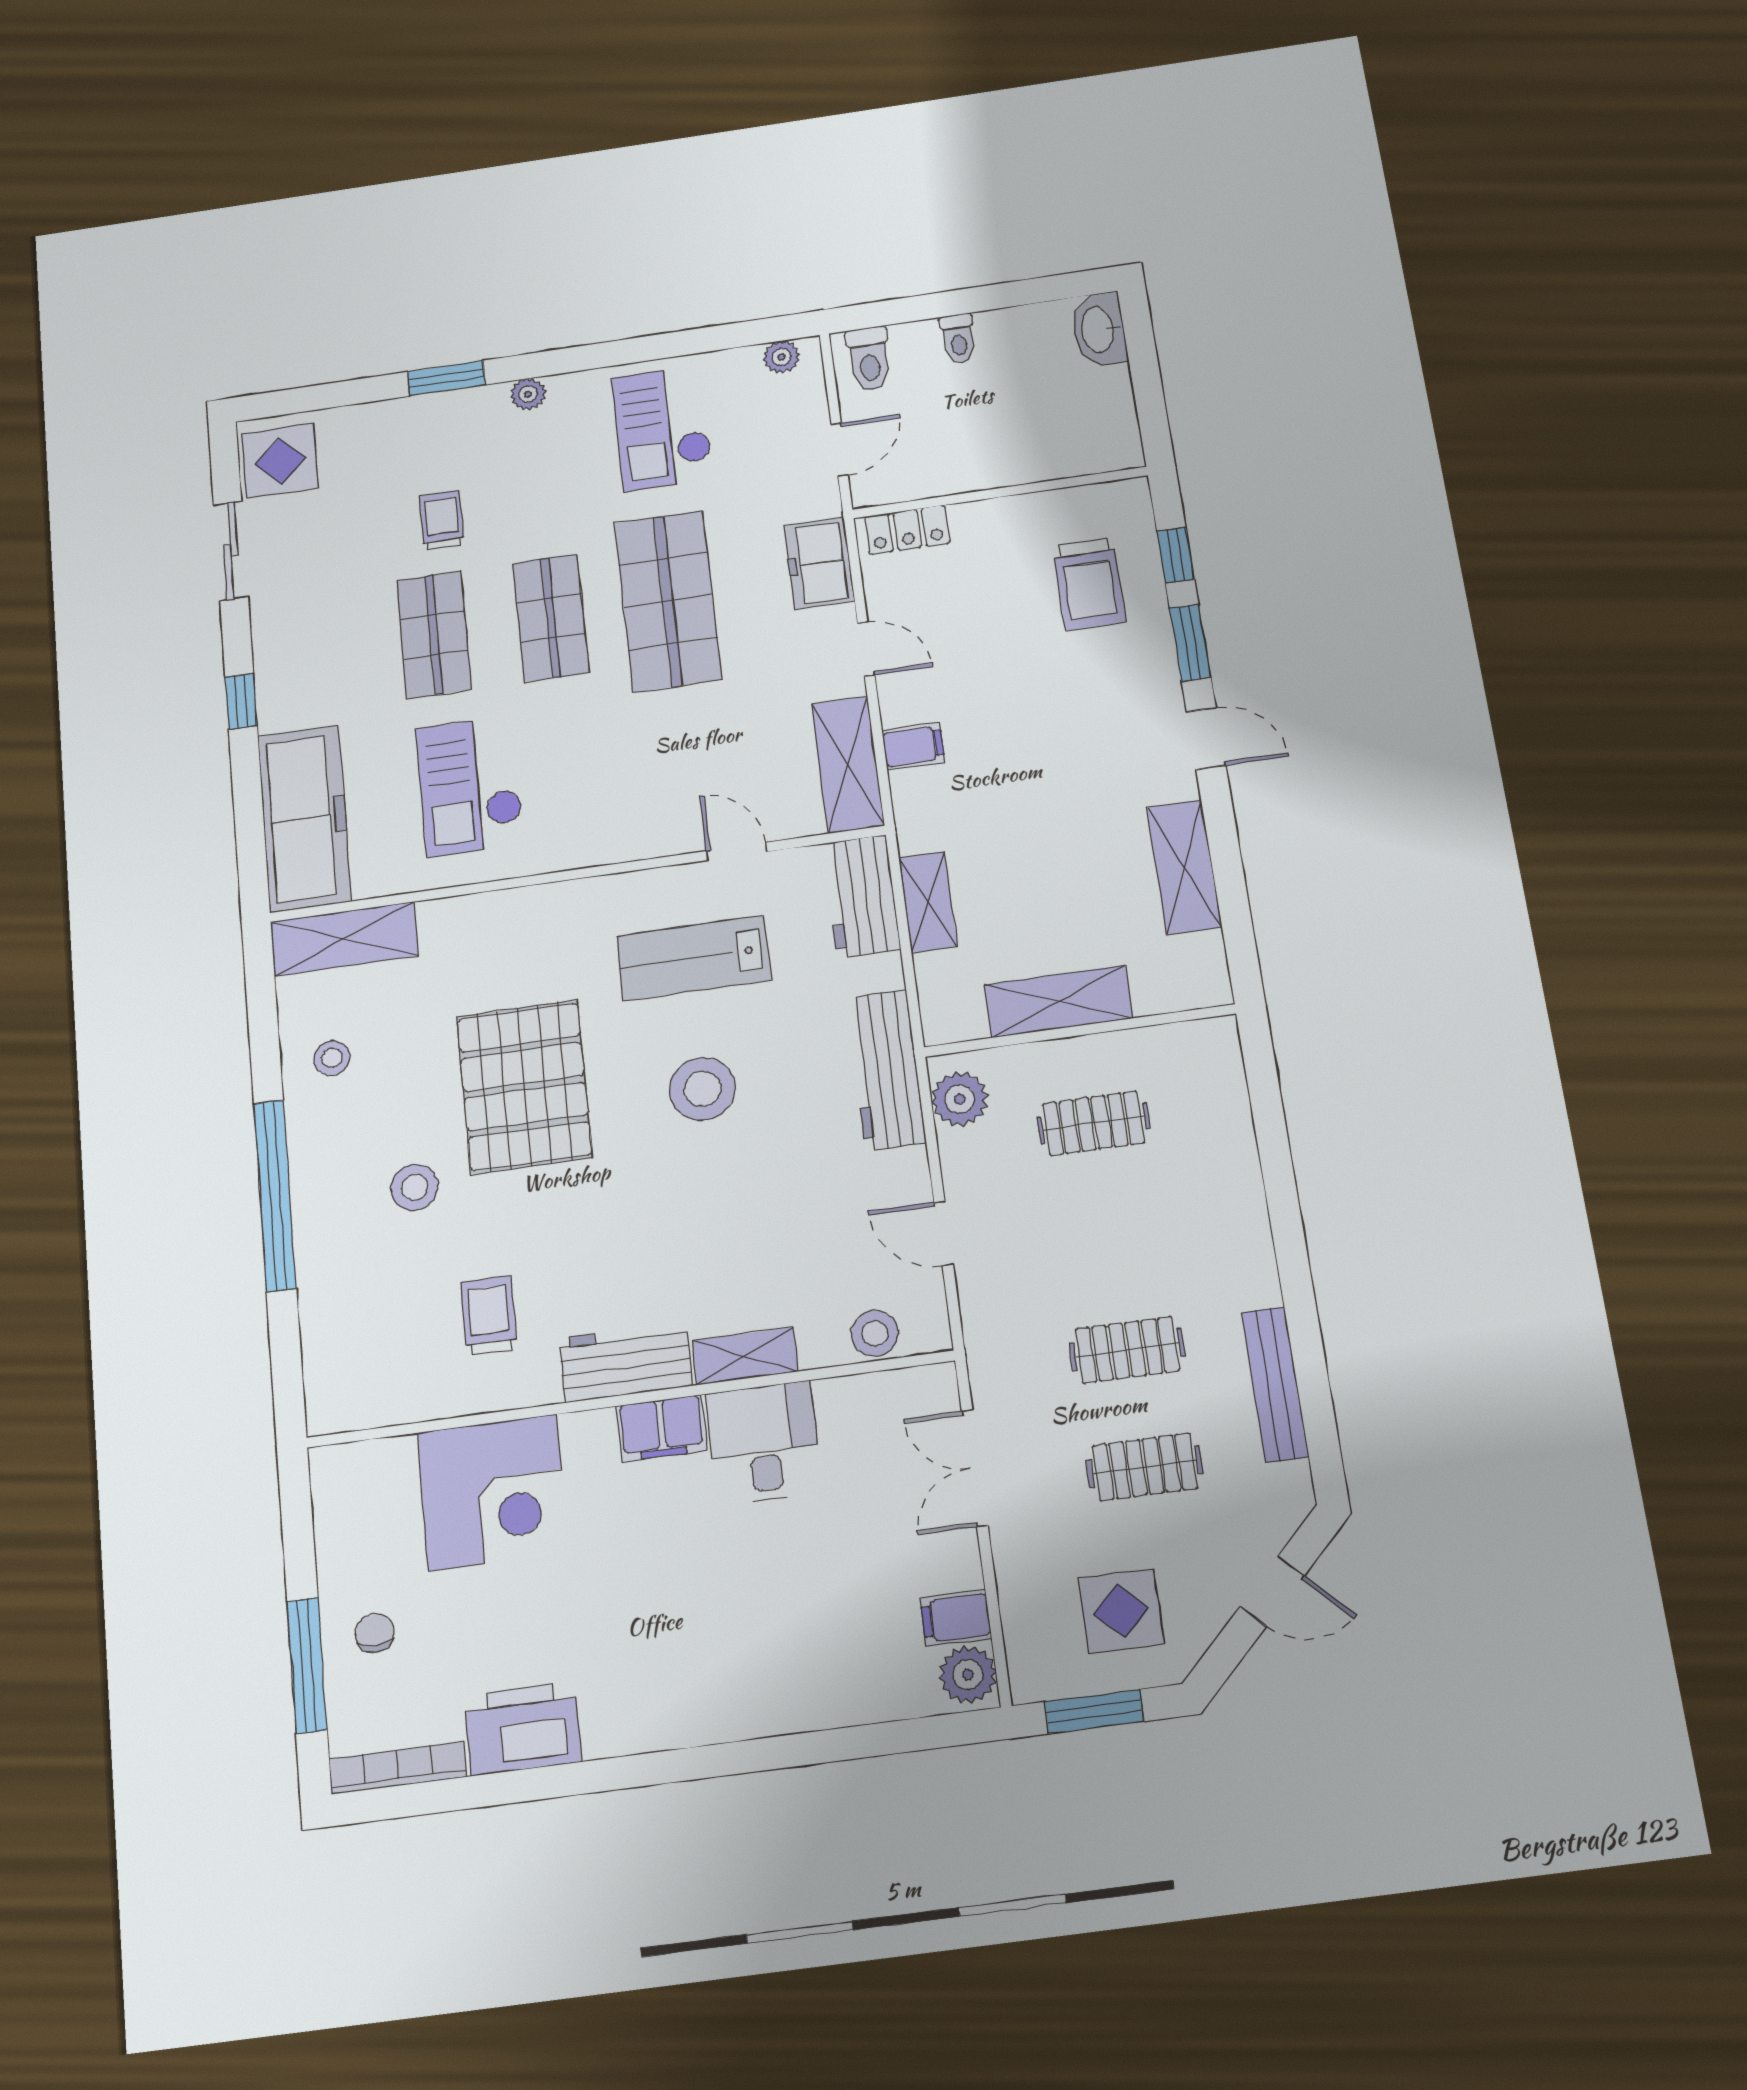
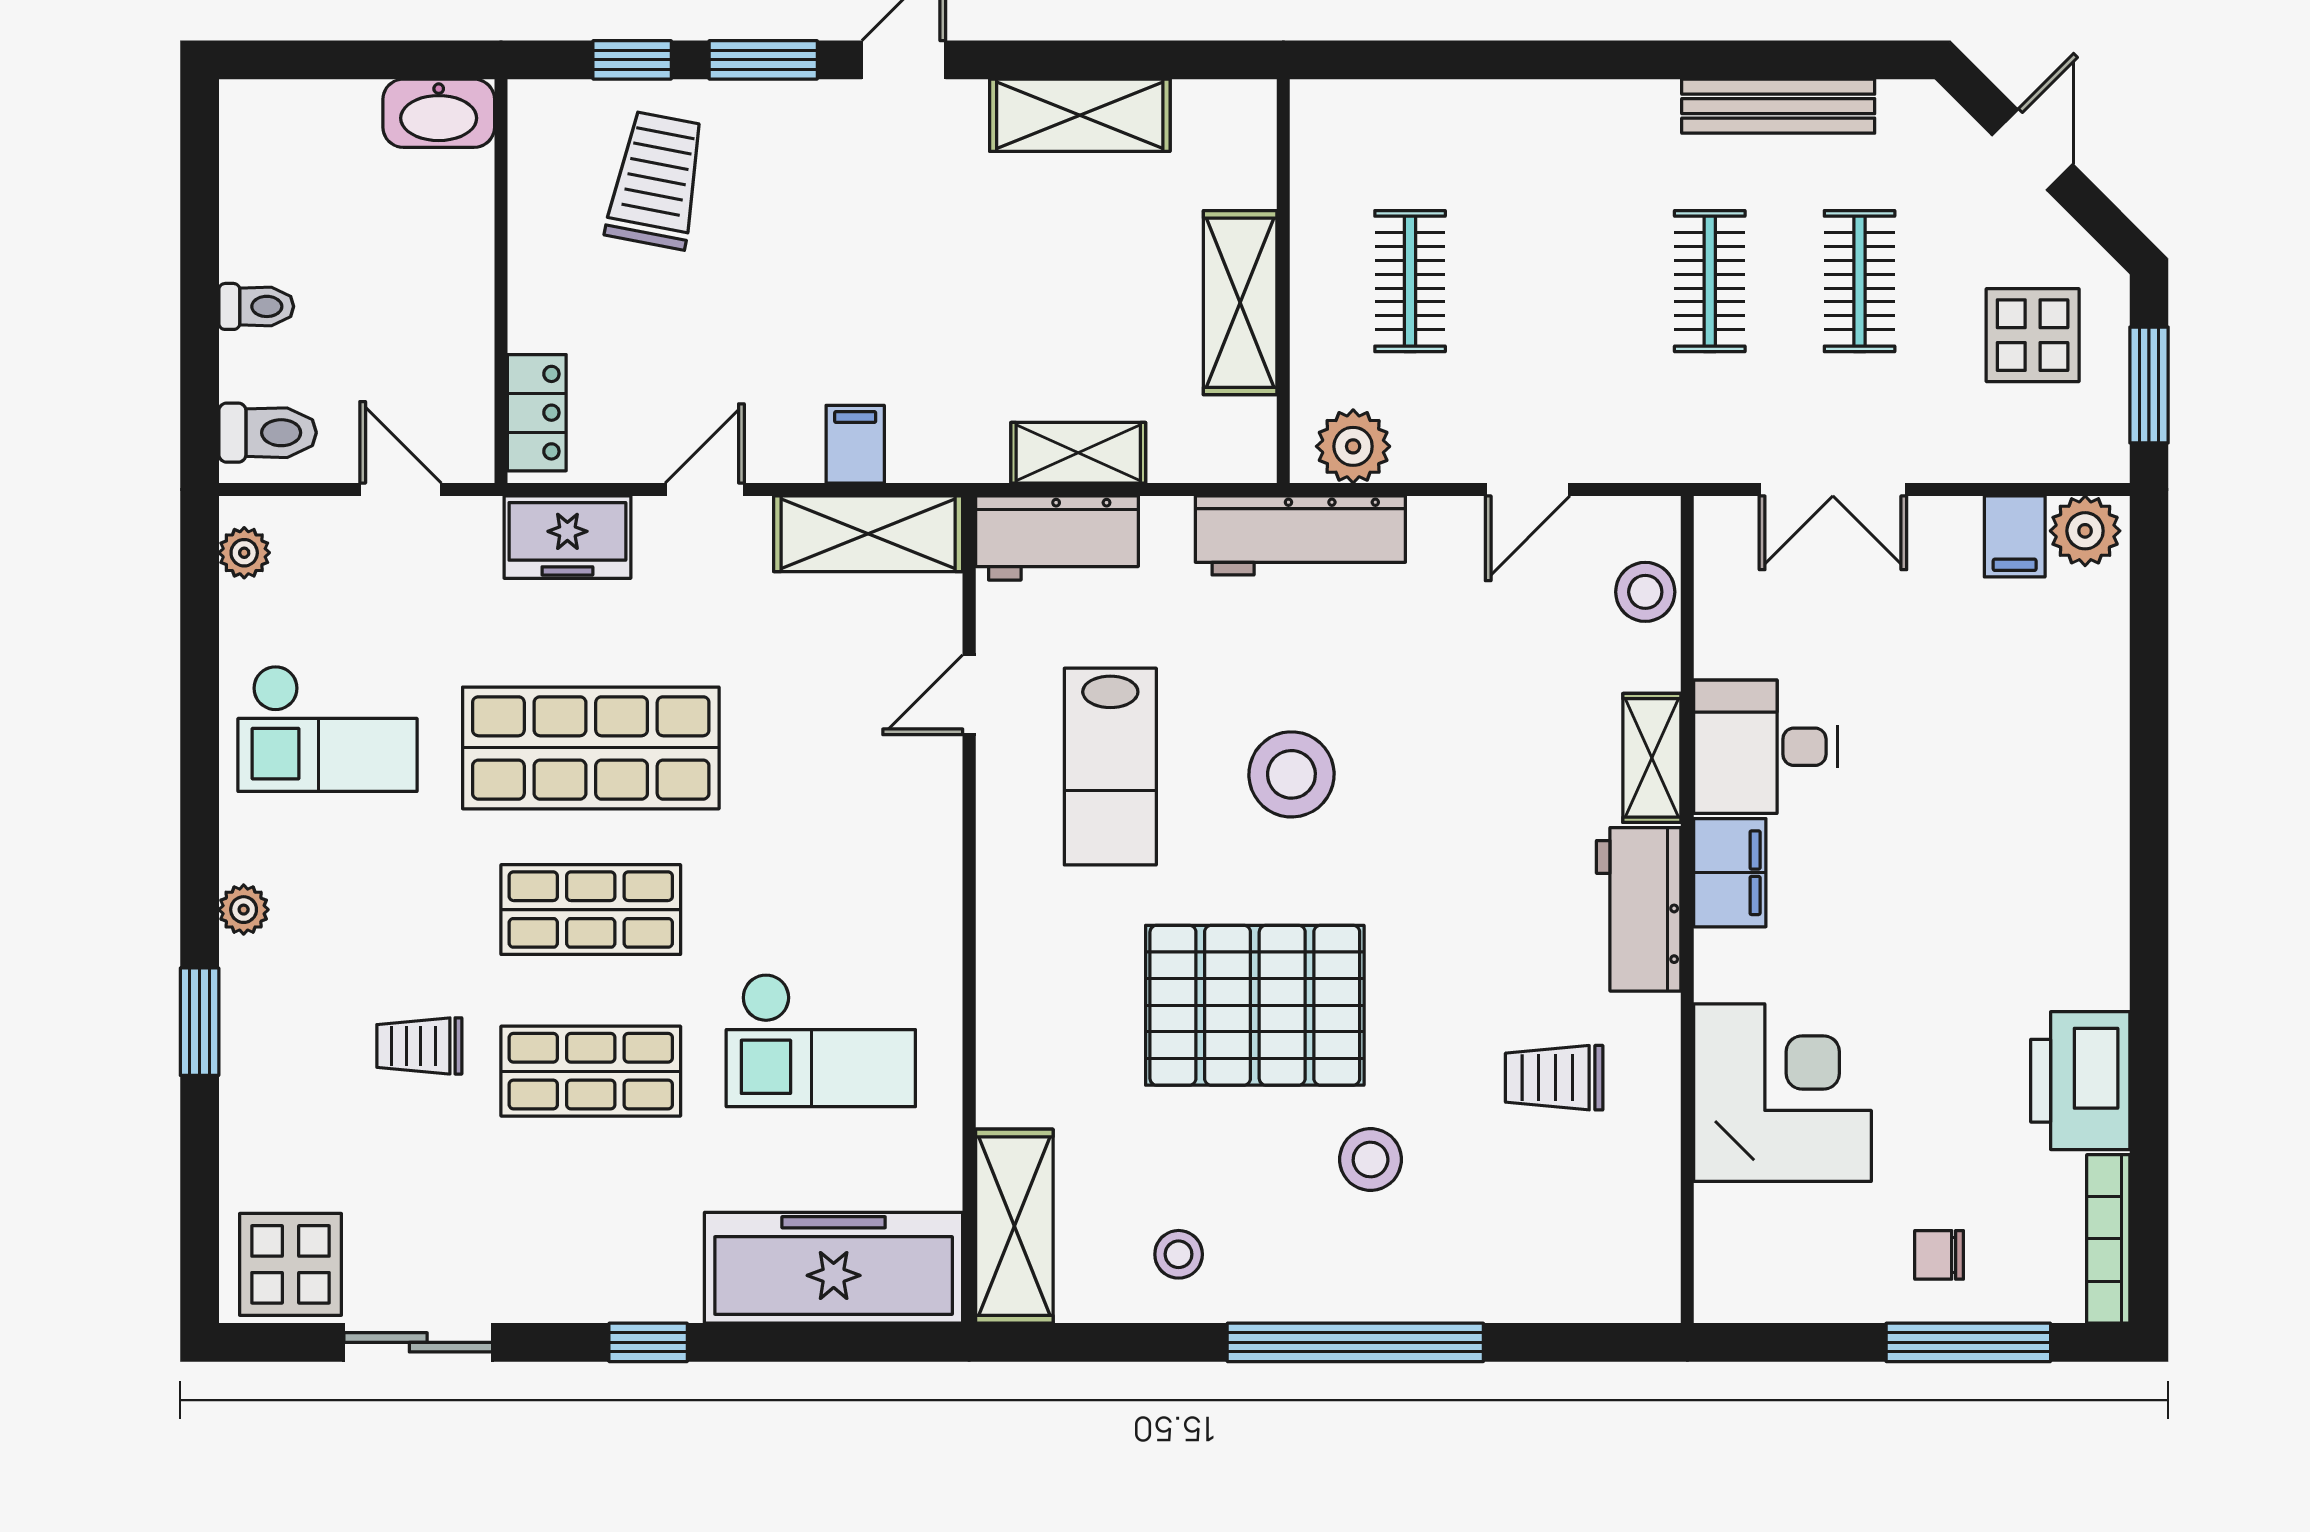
washbasin: (1099, 330) -> (439, 113), moved
trolley: (1089, 584) -> (656, 180), turned -79

